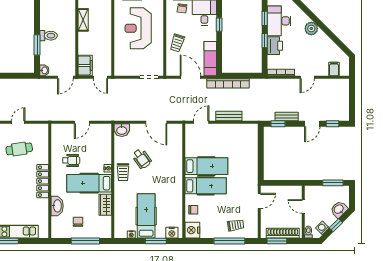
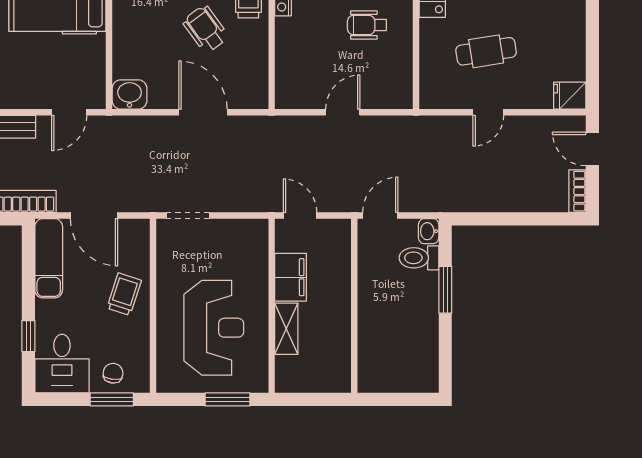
shelving: (83, 20) -> (286, 329), moved
toilet: (49, 36) -> (419, 258), moved
filing cabinet: (85, 65) -> (291, 277), moved, turned 180
door: (156, 122) -> (203, 112), moved
washbasin: (122, 130) -> (130, 94), moved

